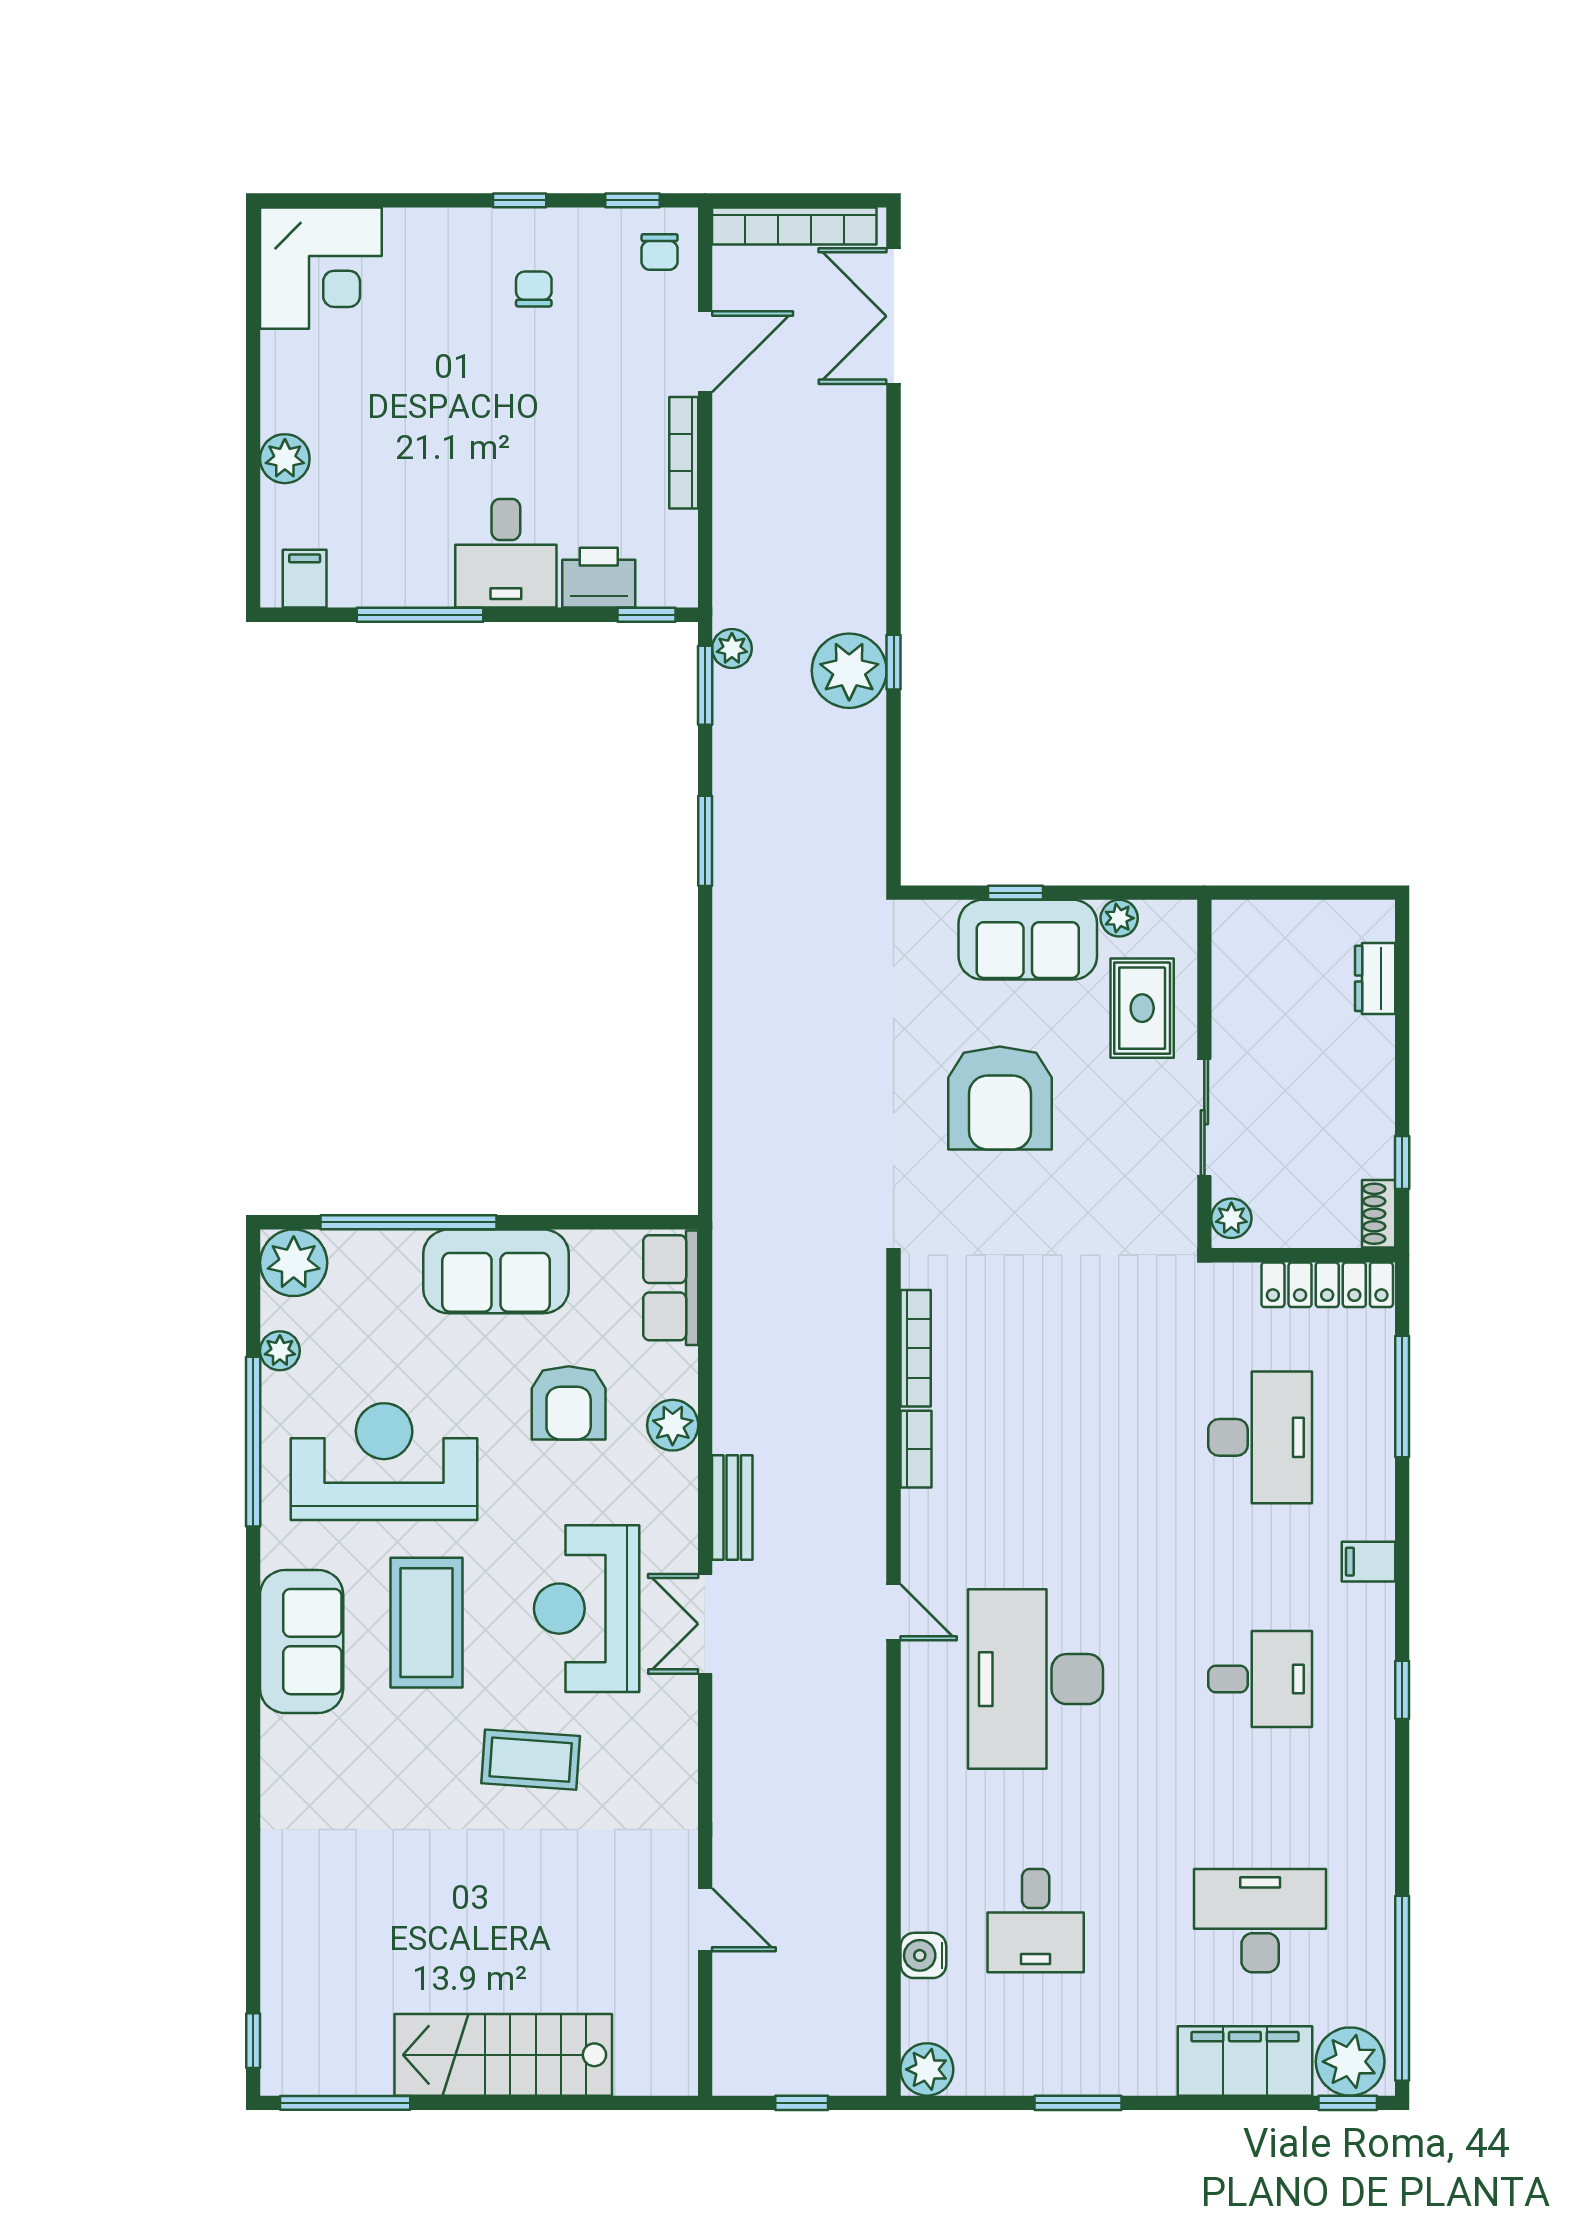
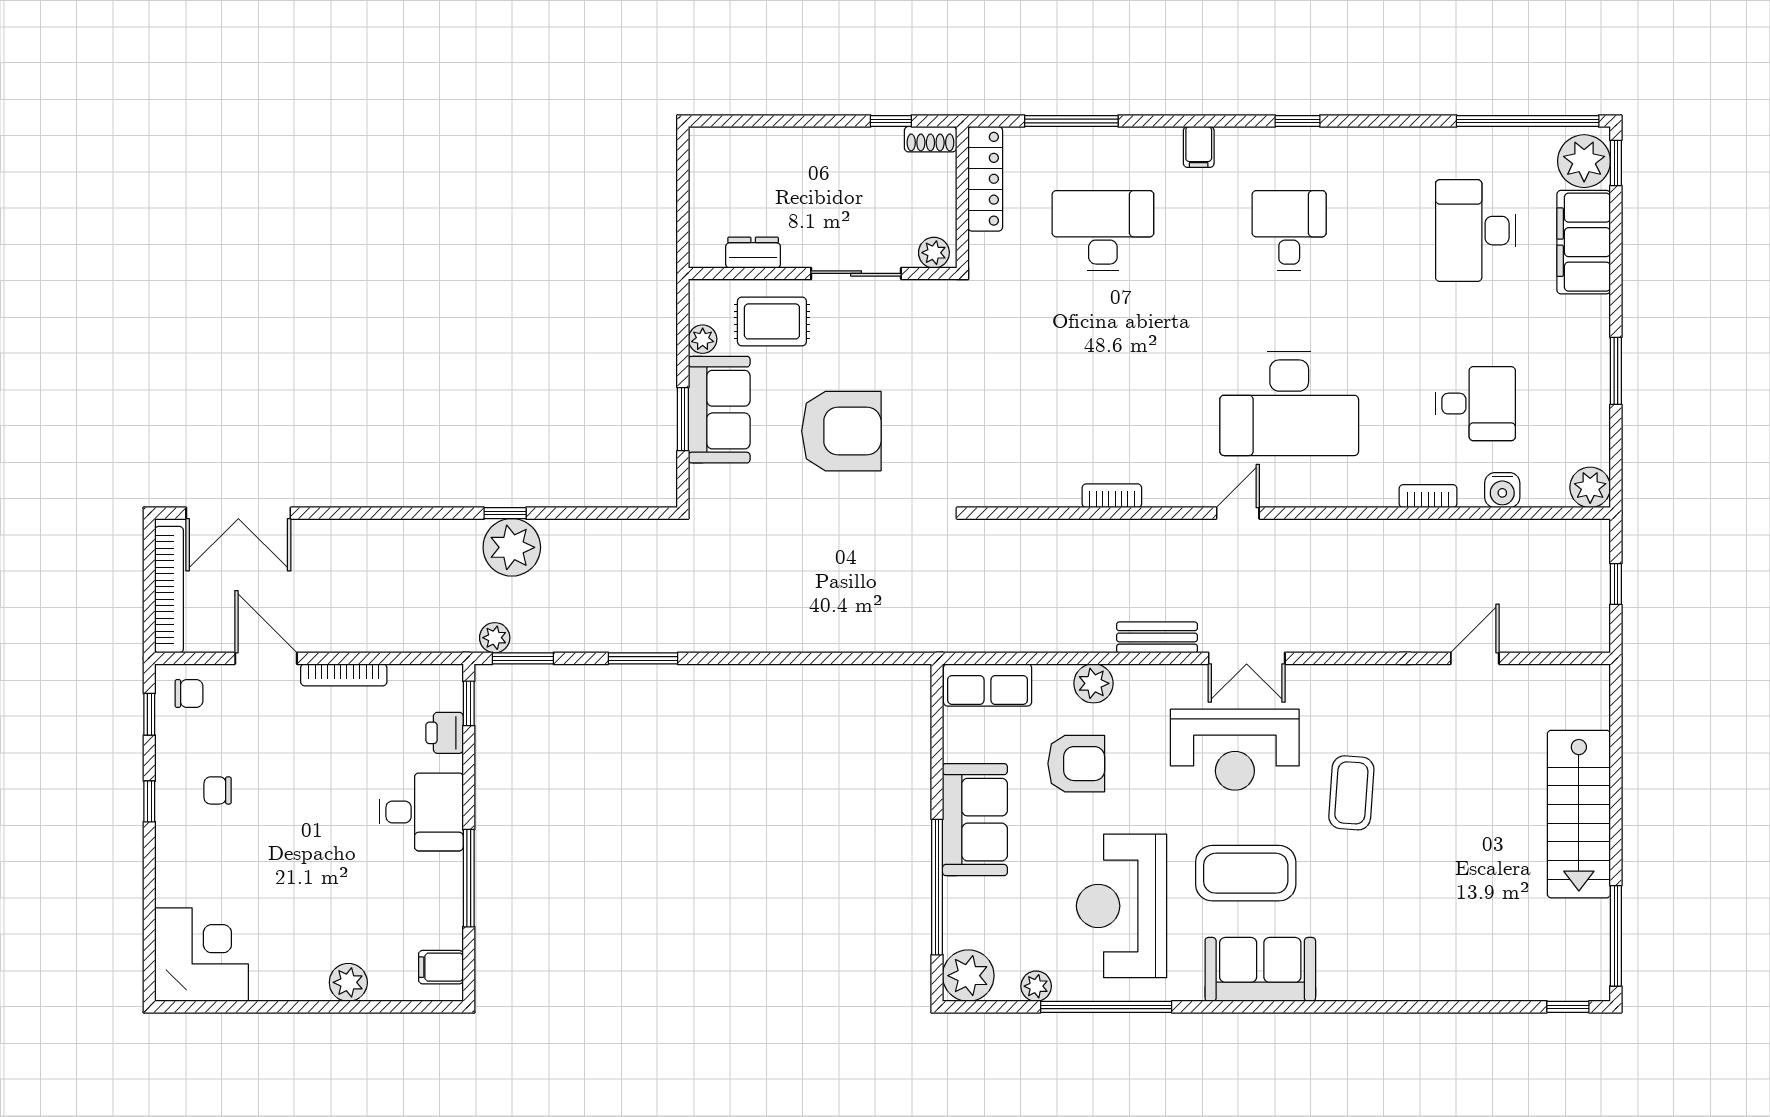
printer: (599, 578) -> (445, 733), width x0.73, depth x0.81
window: (1015, 893) -> (683, 419), width x1.50
dresser: (1375, 978) -> (753, 253), moved, turned 180
bookcase: (916, 1348) -> (1428, 496), moved, width x0.64

